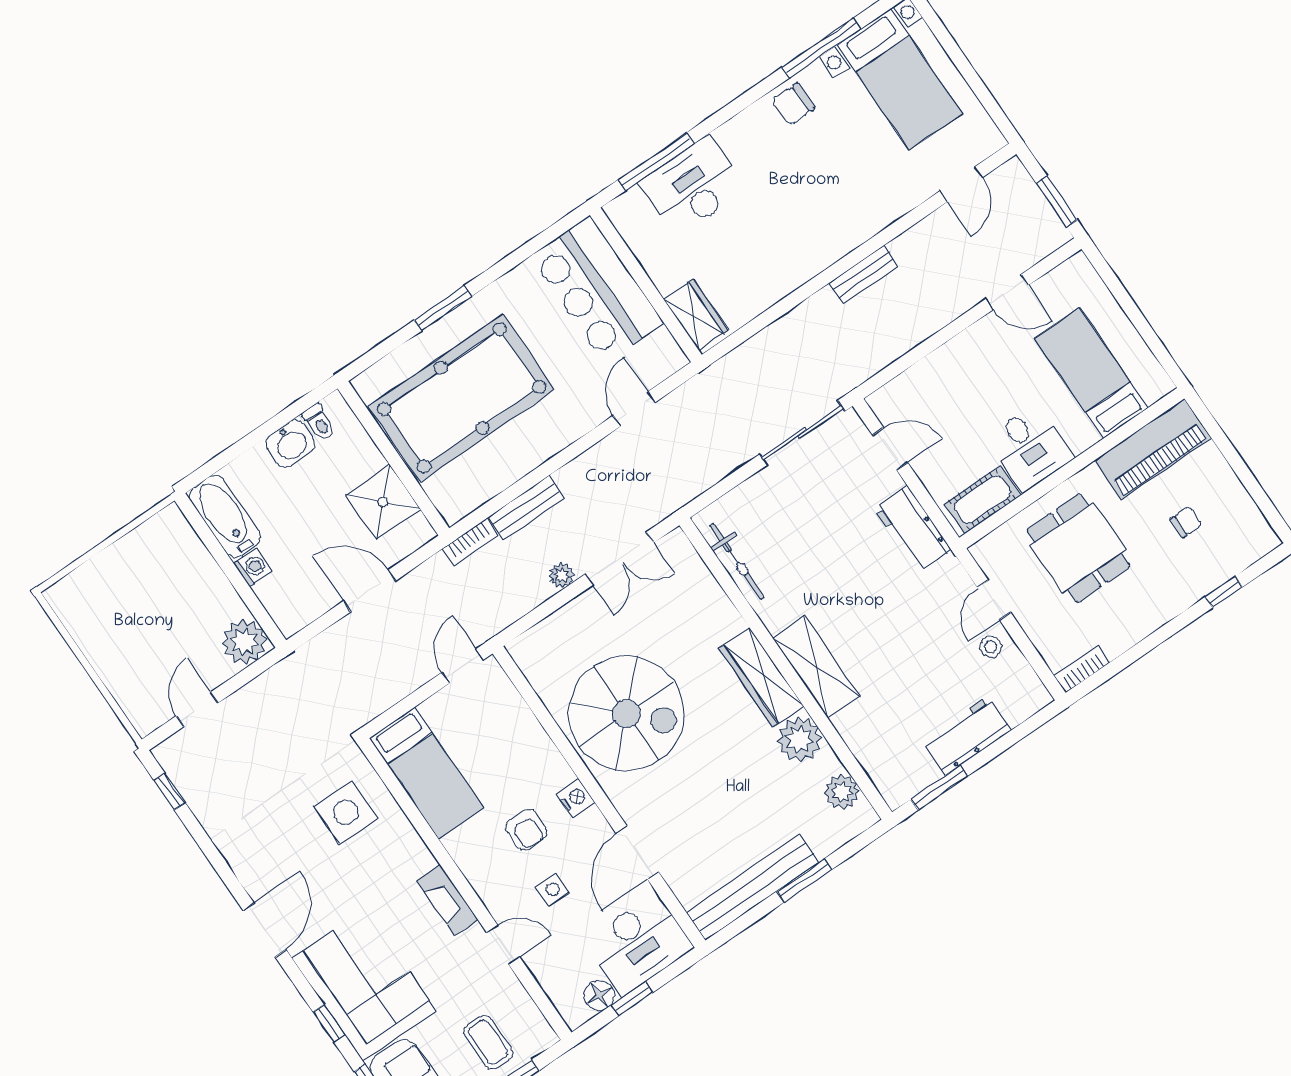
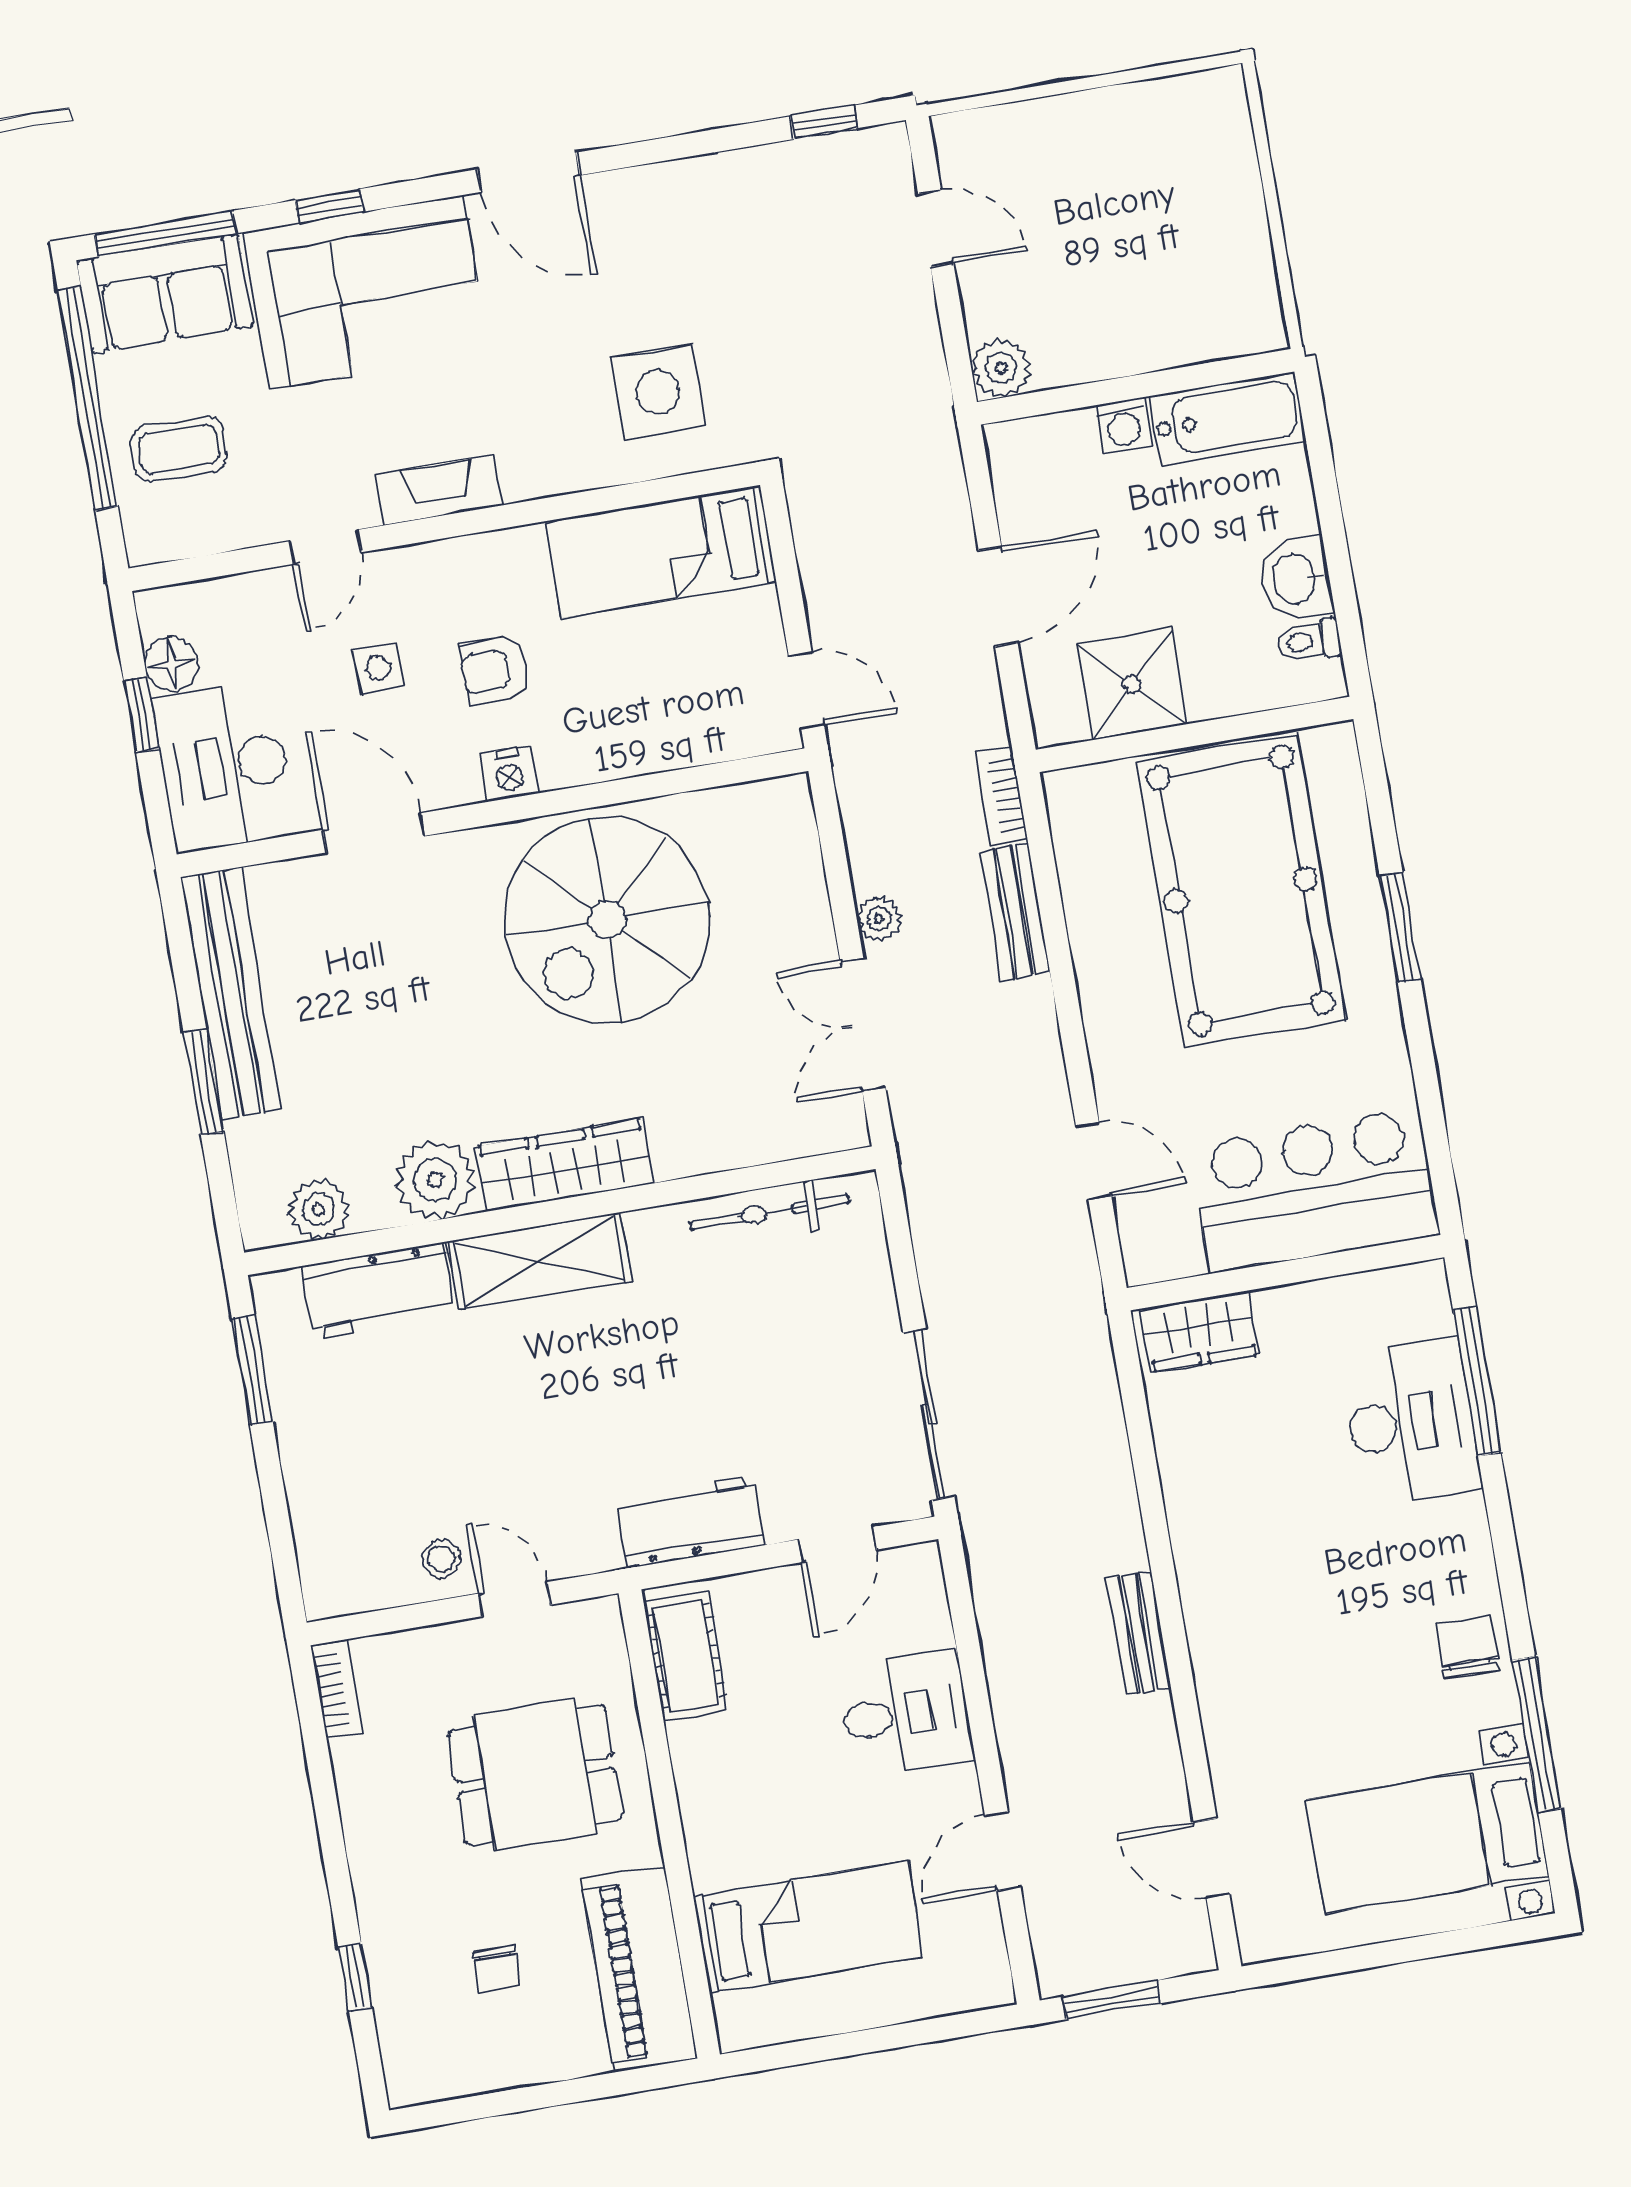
desk: (1030, 448) -> (906, 1714), moved, turned 180
plant: (244, 642) -> (1001, 368), width x0.73, depth x0.73
workbench: (967, 736) -> (378, 1291), moved, turned 90

